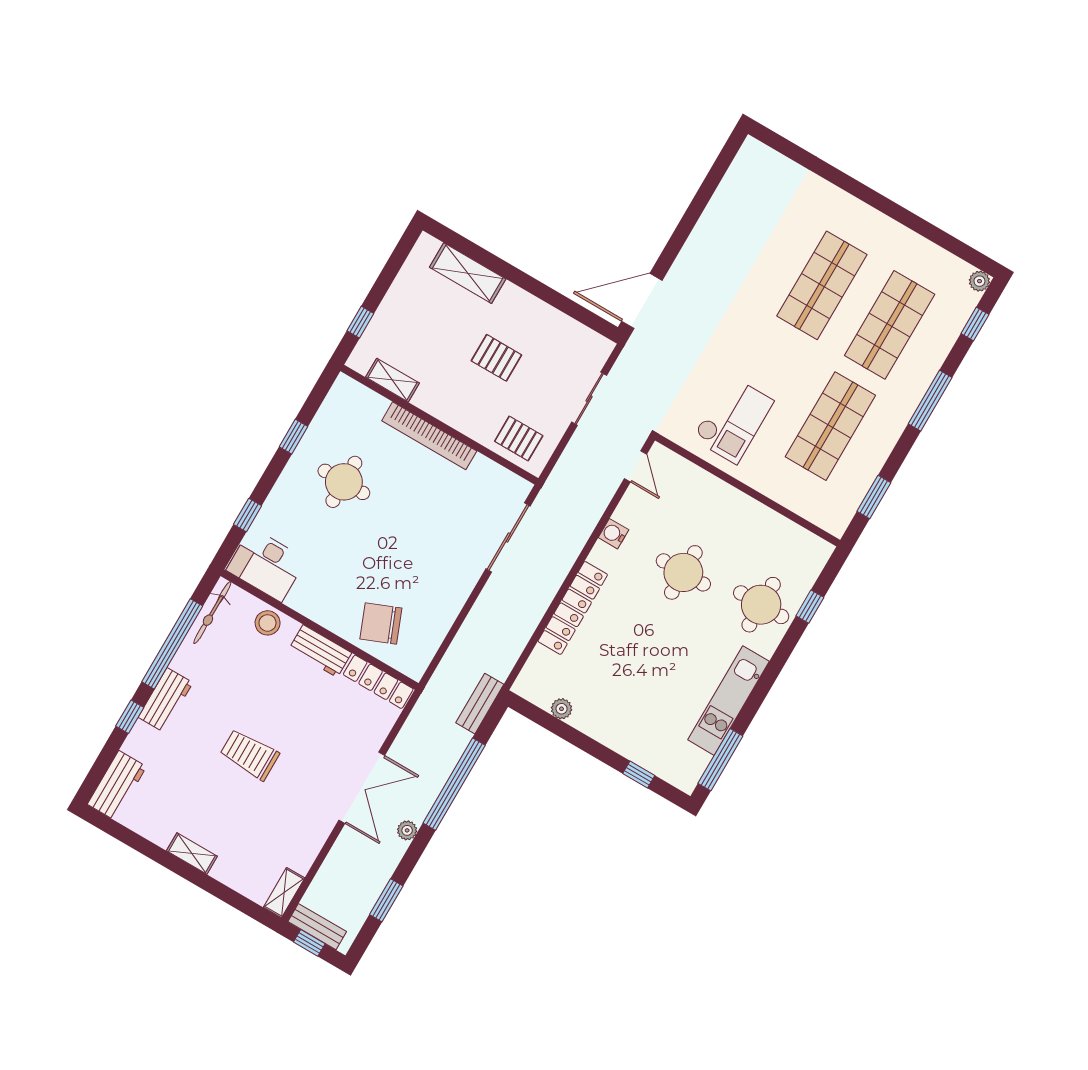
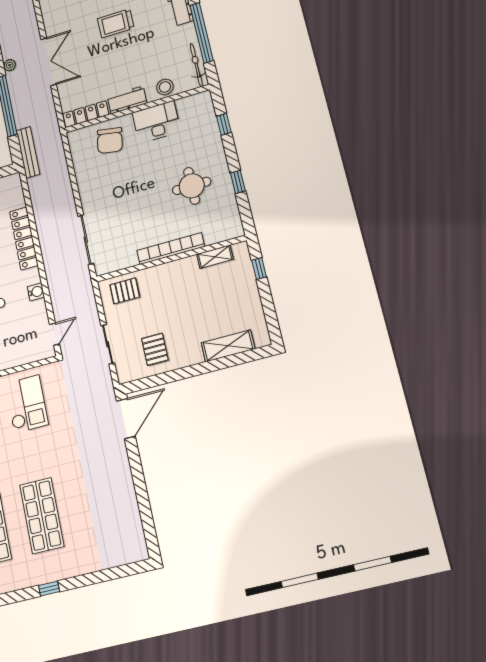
window: (881, 203) -> (49, 589), added
pallet: (496, 358) -> (155, 349), moved, turned 90
checkout: (733, 420) -> (27, 404), turned 180
door: (635, 466) -> (54, 334), swing flipped
desk: (266, 565) -> (156, 122), moved
chair: (381, 624) -> (110, 141), turned 122
bench: (480, 704) -> (28, 152), width x1.36
trolley: (249, 754) -> (116, 23), turned 180
double door: (362, 788) -> (49, 62), swing flipped

